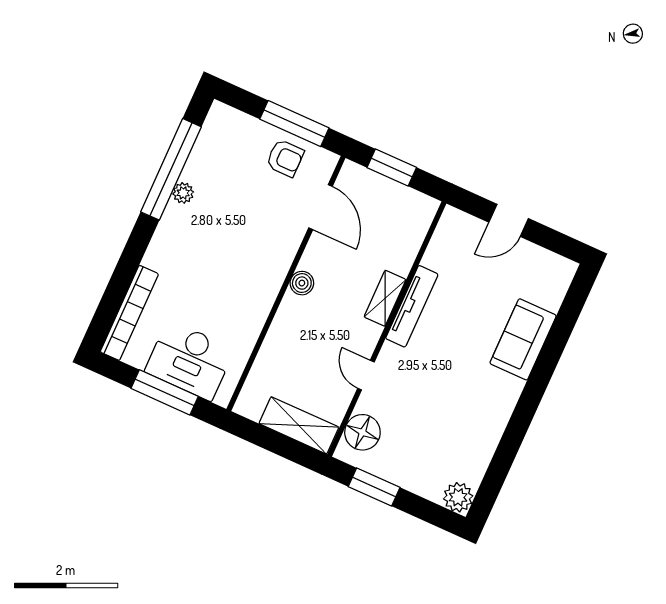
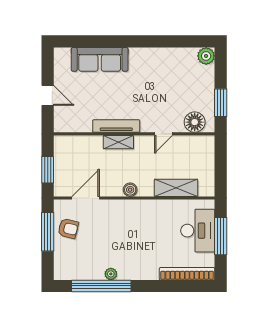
armchair: (285, 158) -> (68, 228), turned 104
sofa: (523, 339) -> (100, 59), width x1.36
shelving: (299, 425) -> (176, 188), moved, turned 90

